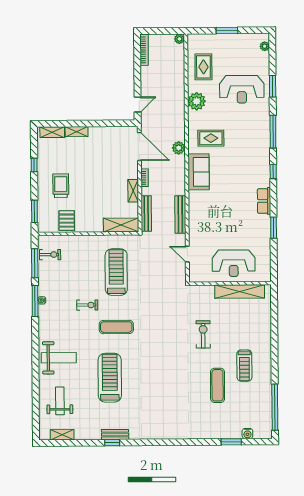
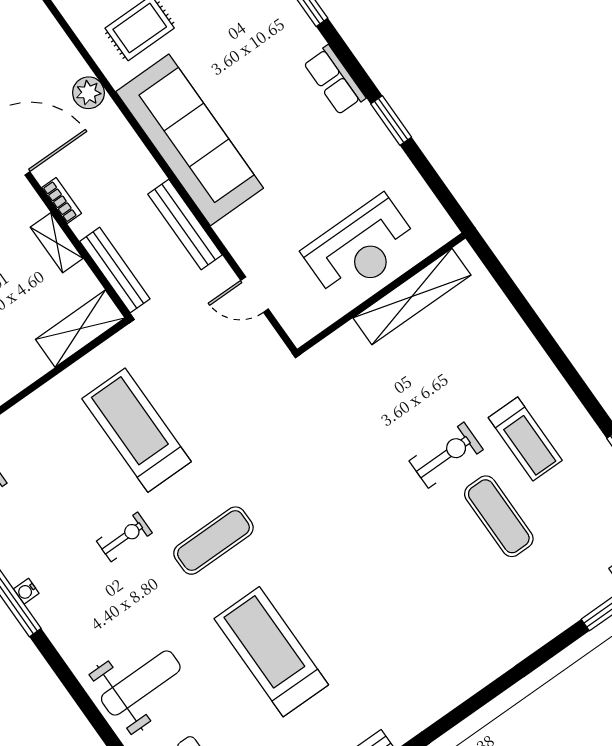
sofa: (199, 172) -> (190, 140), width x1.85, depth x1.27
exercise bike: (203, 334) -> (446, 455), moved, turned 90

